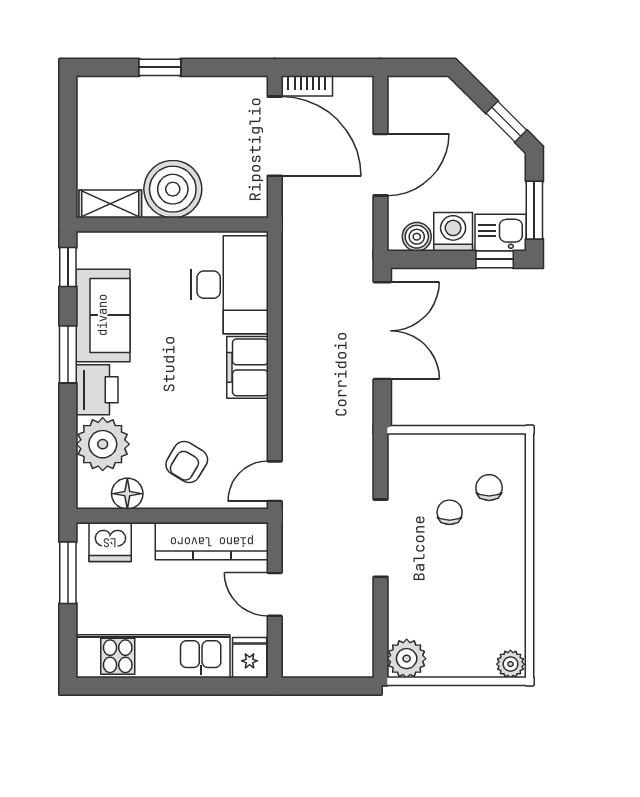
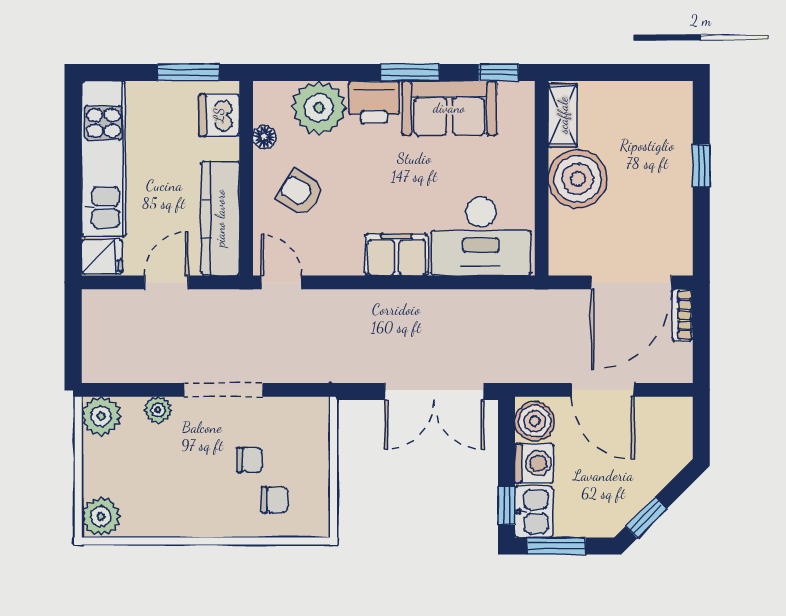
boiler: (417, 237) -> (535, 421), width x1.36, depth x1.36
floor lamp: (127, 494) -> (264, 137), width x0.73, depth x0.73
plant: (400, 603) -> (158, 410), added
plant: (510, 664) -> (101, 516), width x1.38, depth x1.38

